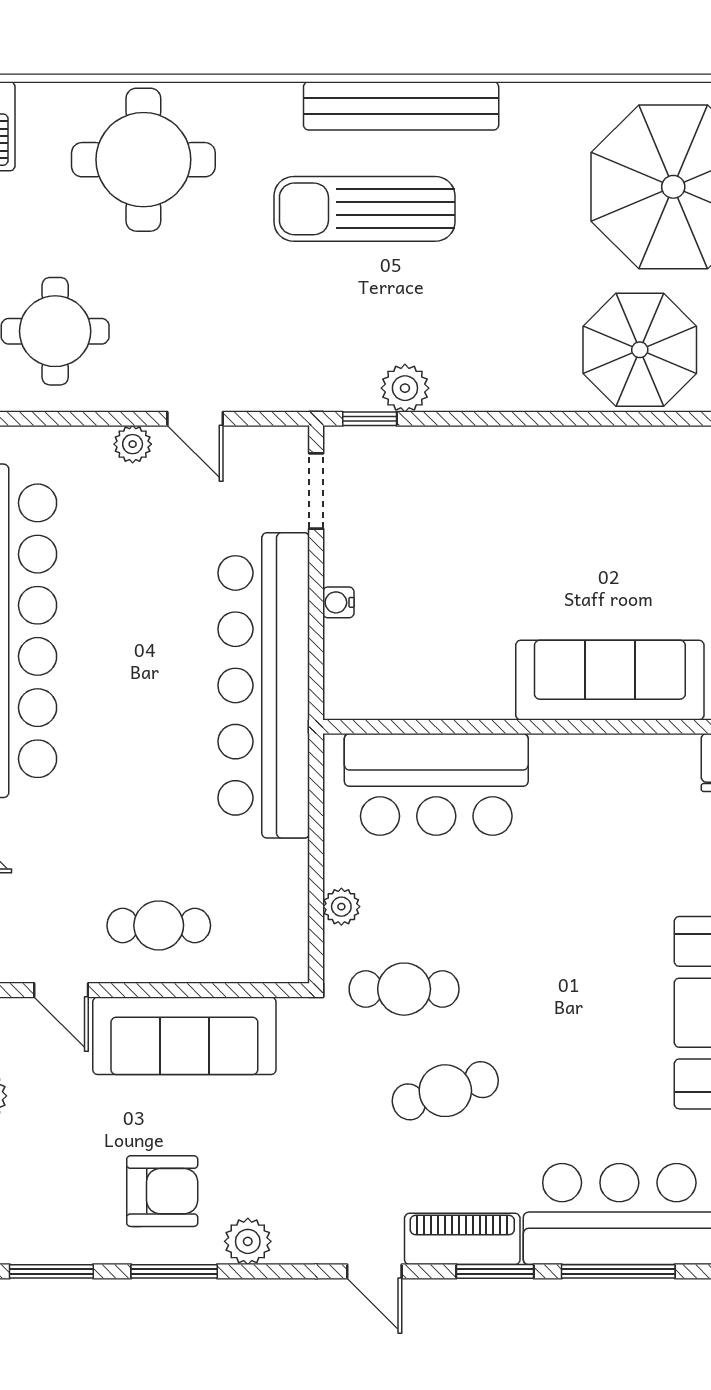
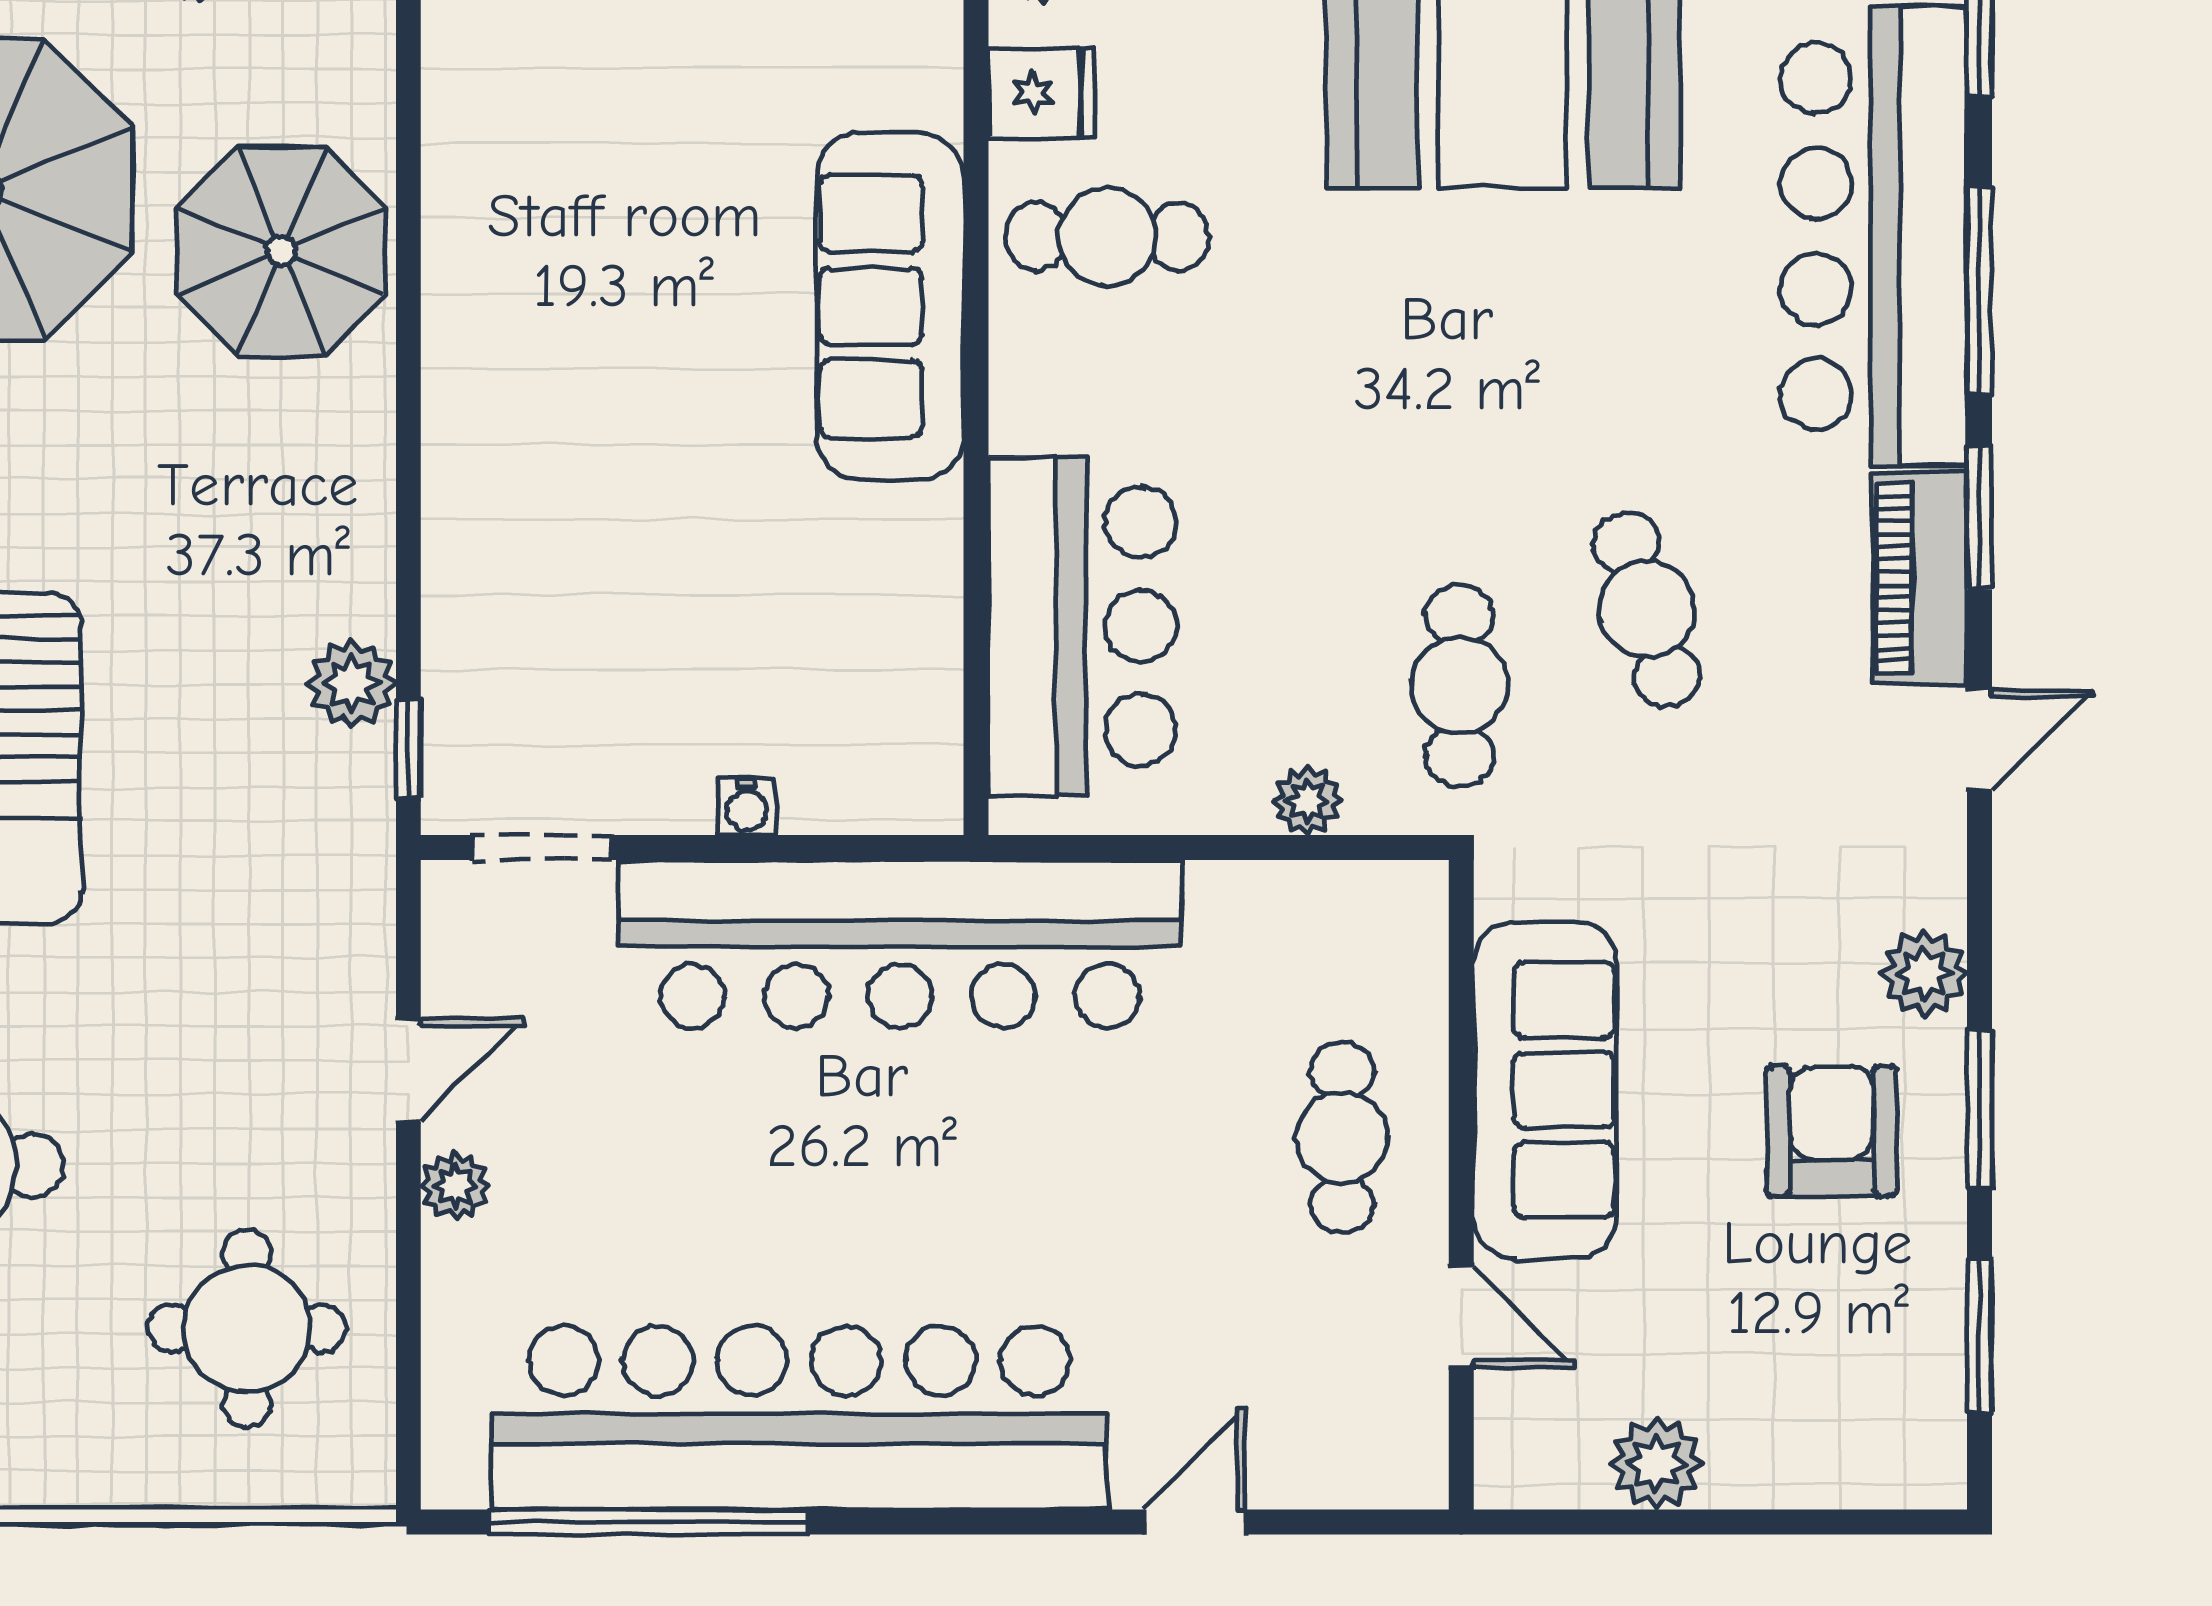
cafe table: (648, 798) -> (1107, 237), added
door: (61, 990) -> (1461, 1317), hinge flipped

